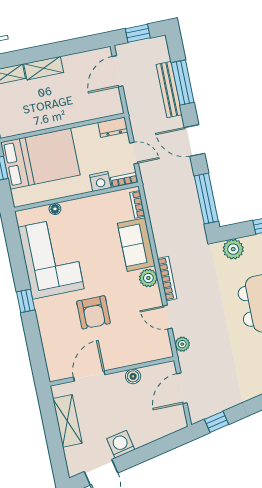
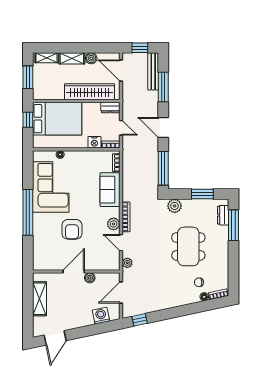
boiler: (71, 62) -> (91, 58), added
door: (117, 71) -> (121, 71), hinge flipped
bench: (169, 90) -> (153, 71), moved
wardrobe: (79, 111) -> (90, 92), added
plant: (148, 278) -> (114, 224), moved
window: (26, 301) -> (28, 212), width x3.17
door: (89, 376) -> (74, 271), moved
washing machine: (121, 444) -> (101, 316), moved

